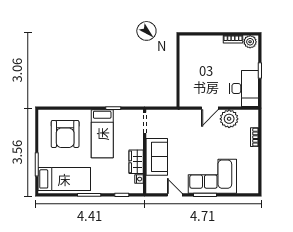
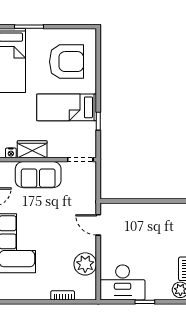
door: (210, 108) -> (98, 225), moved
armchair: (65, 134) -> (66, 62), turned 180

